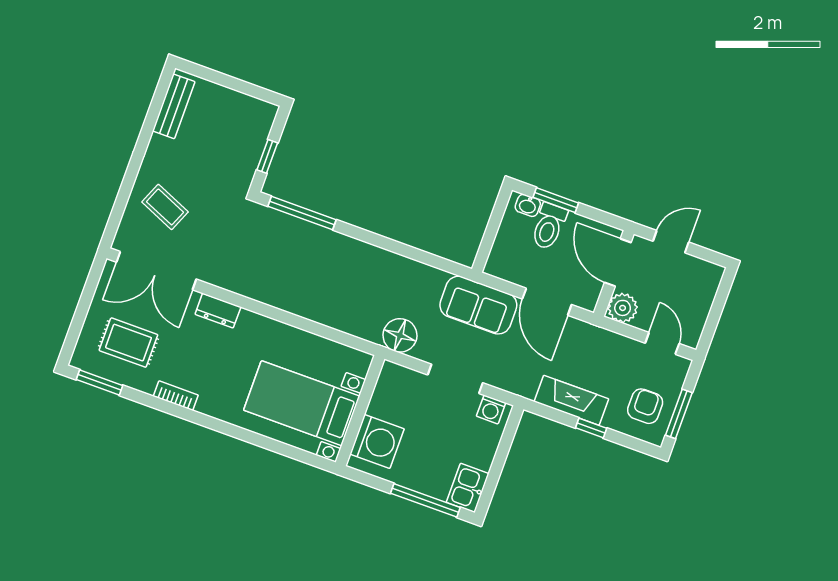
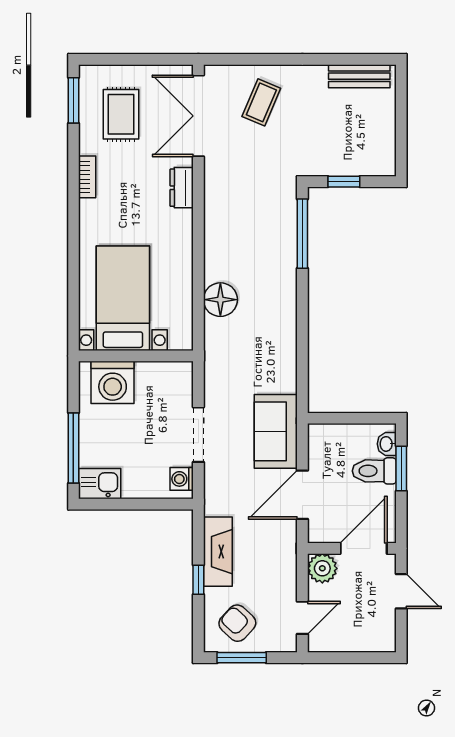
floor lamp: (400, 335) -> (220, 300), moved
armchair: (645, 406) -> (237, 623), turned -137

